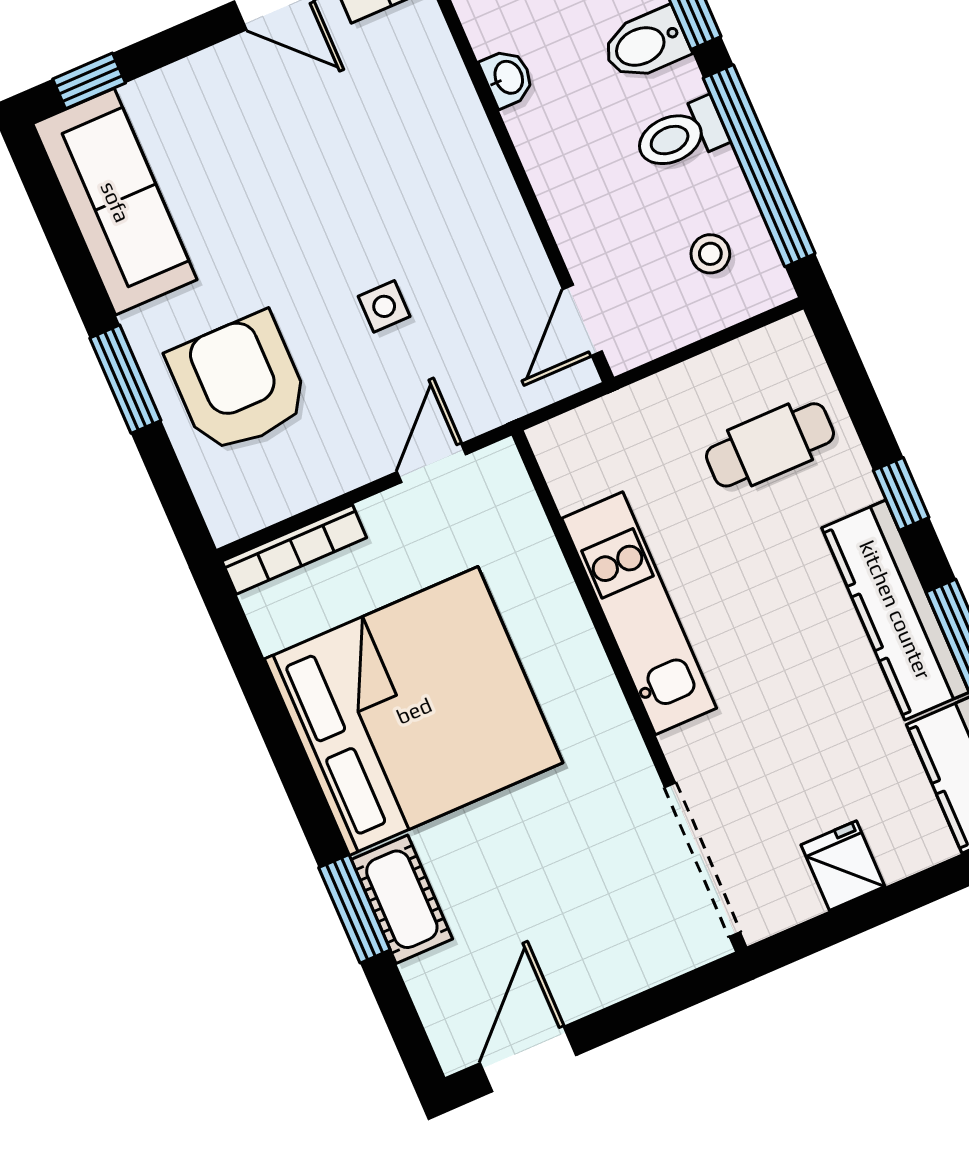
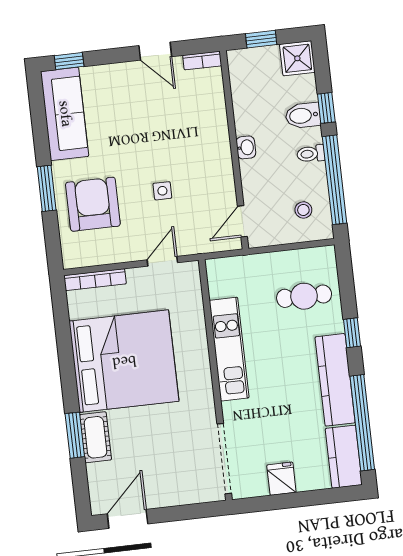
washbasin: (508, 78) -> (246, 147), moved
toilet: (681, 135) -> (311, 154), width x0.73, depth x0.72

